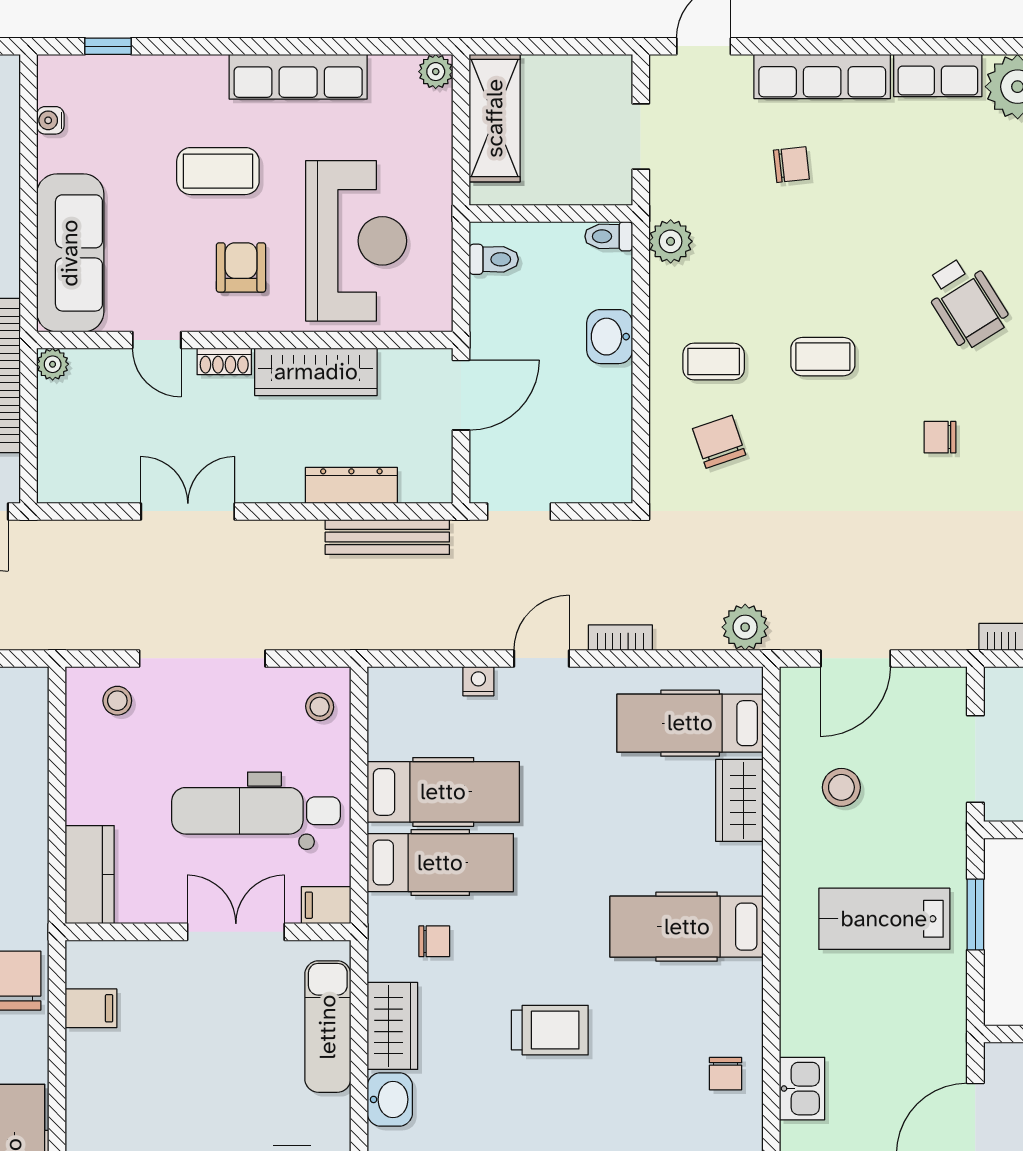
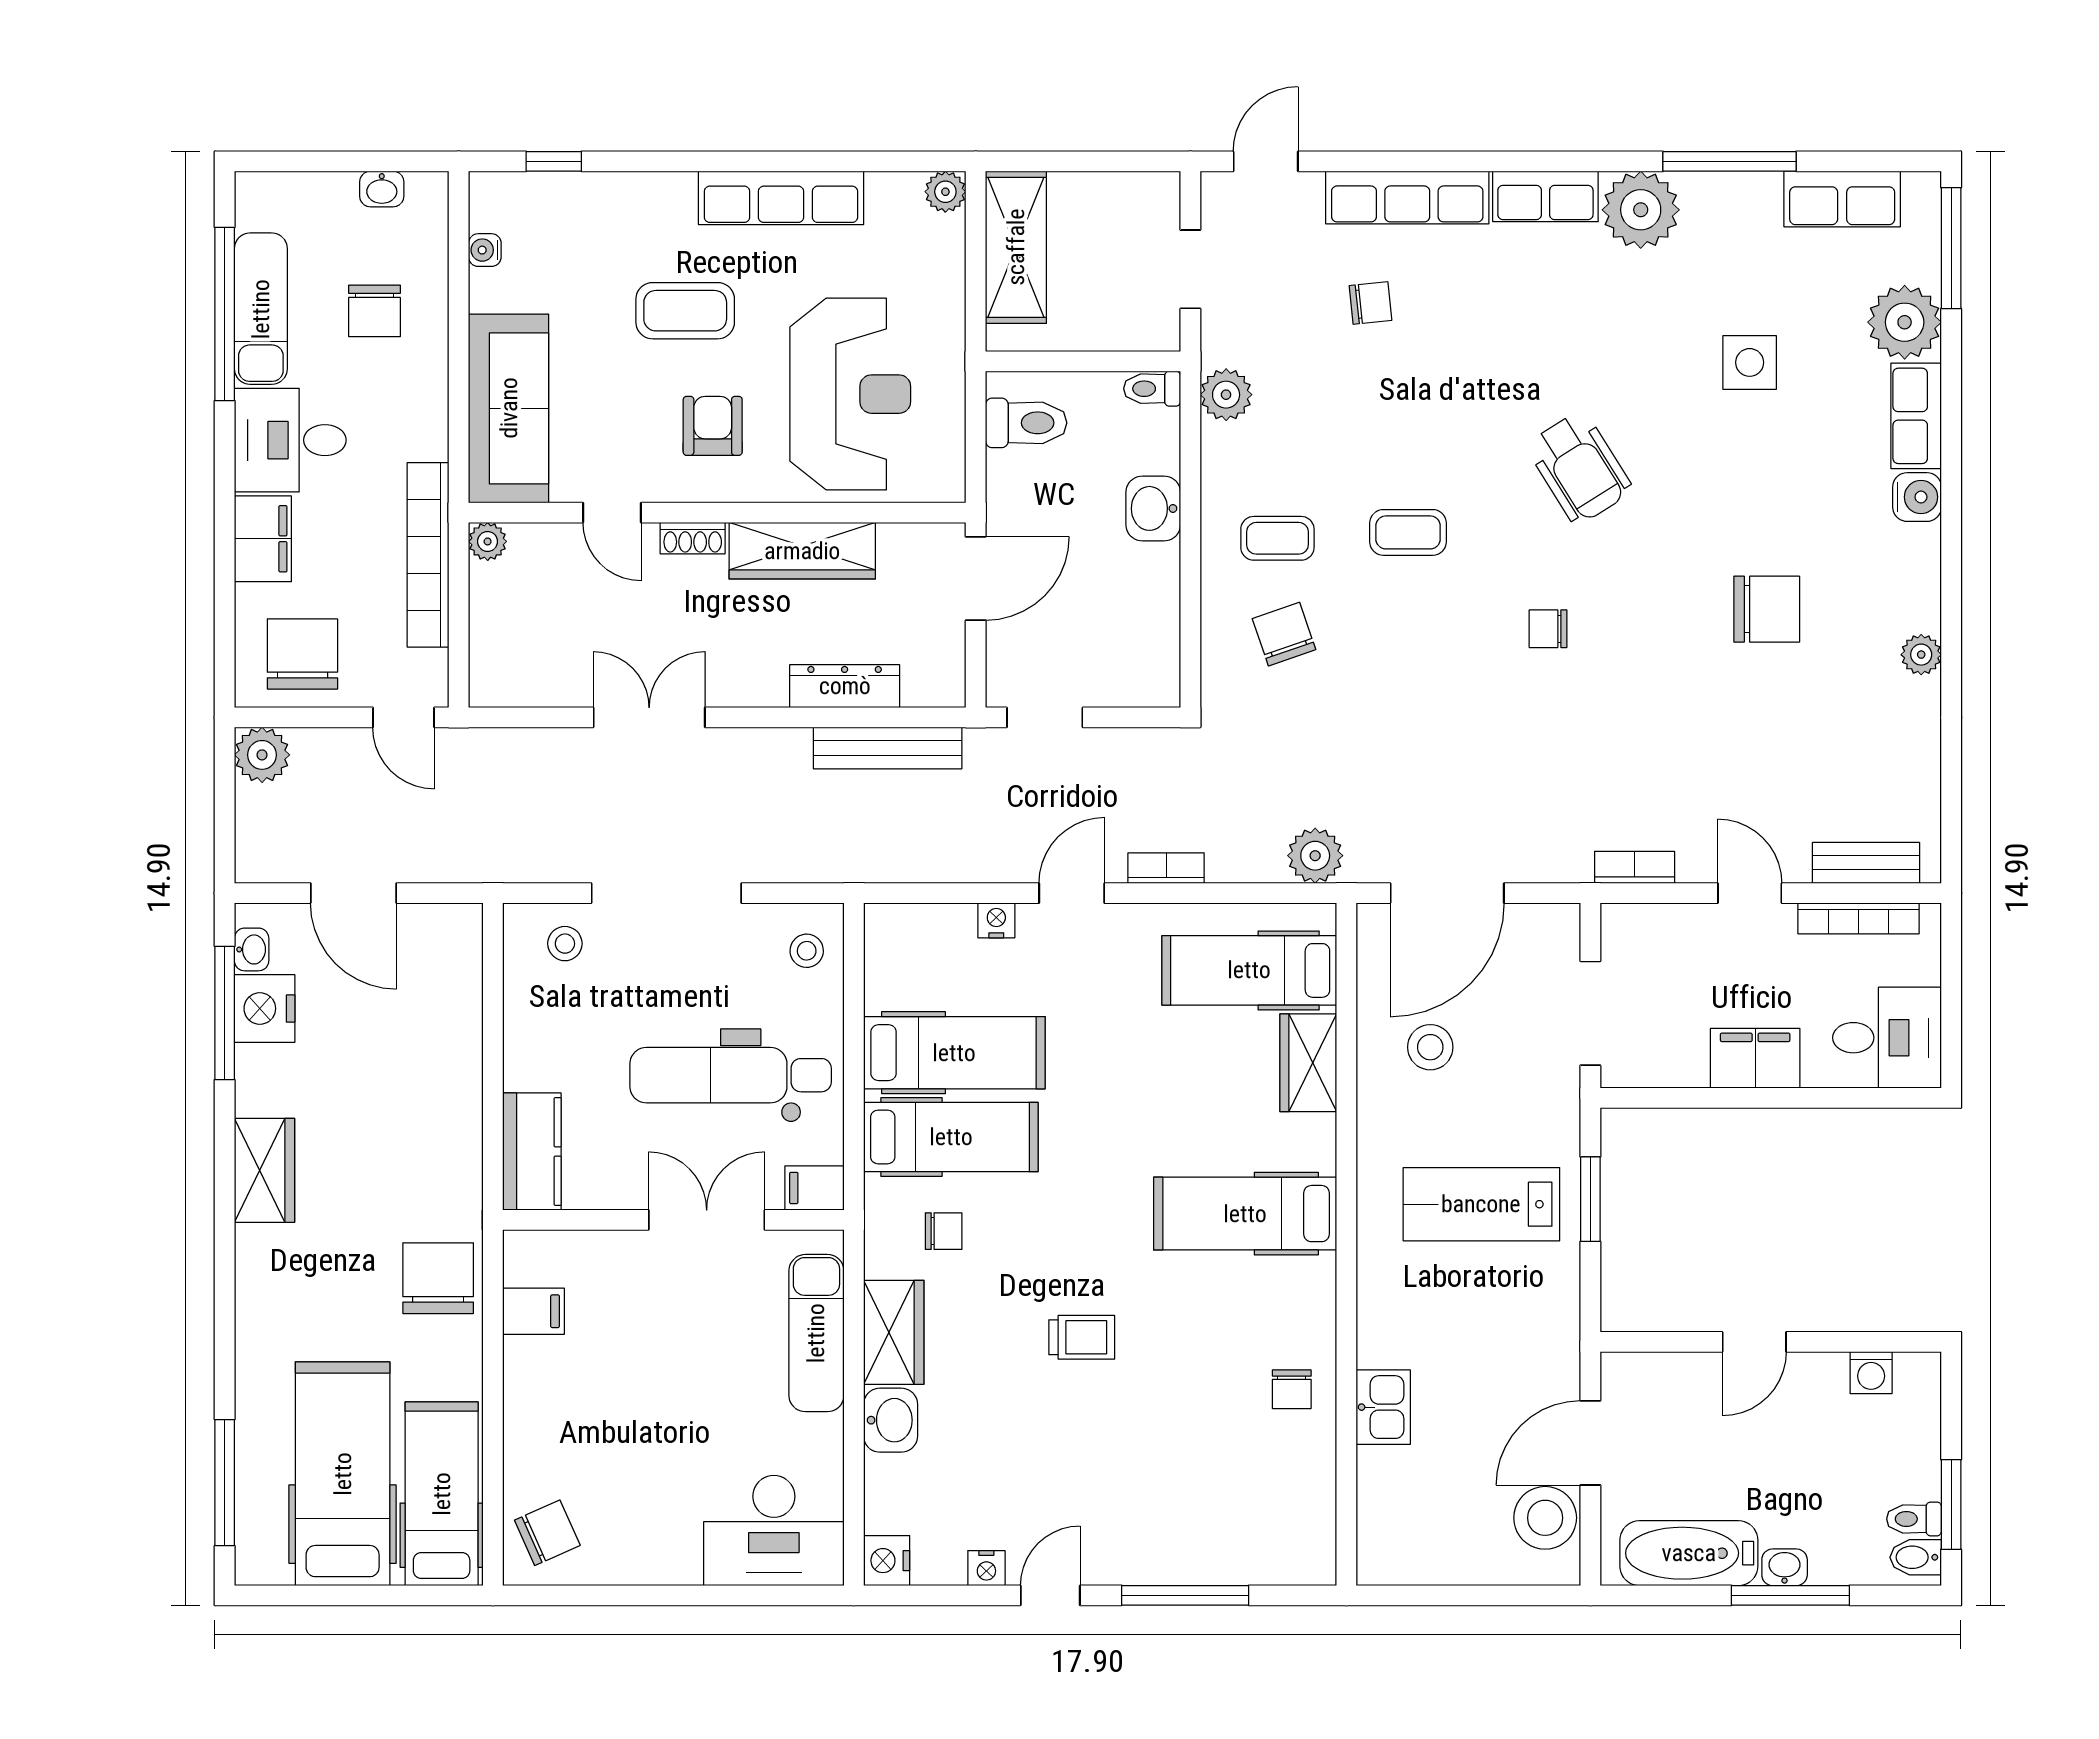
toilet: (494, 259) -> (1026, 423), width x1.37, depth x1.39
door: (856, 658) -> (1447, 893), width x1.36
trolley: (550, 1030) -> (1082, 1337), width x0.73, depth x0.72

